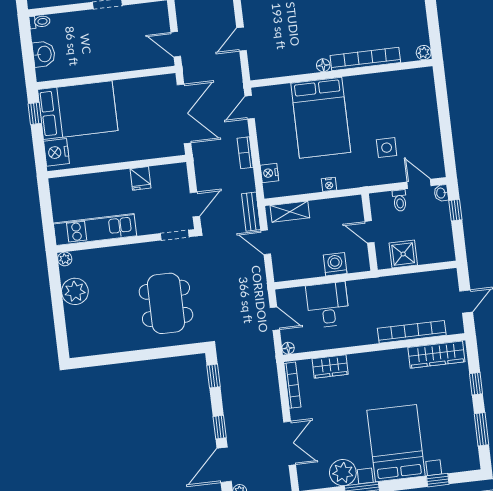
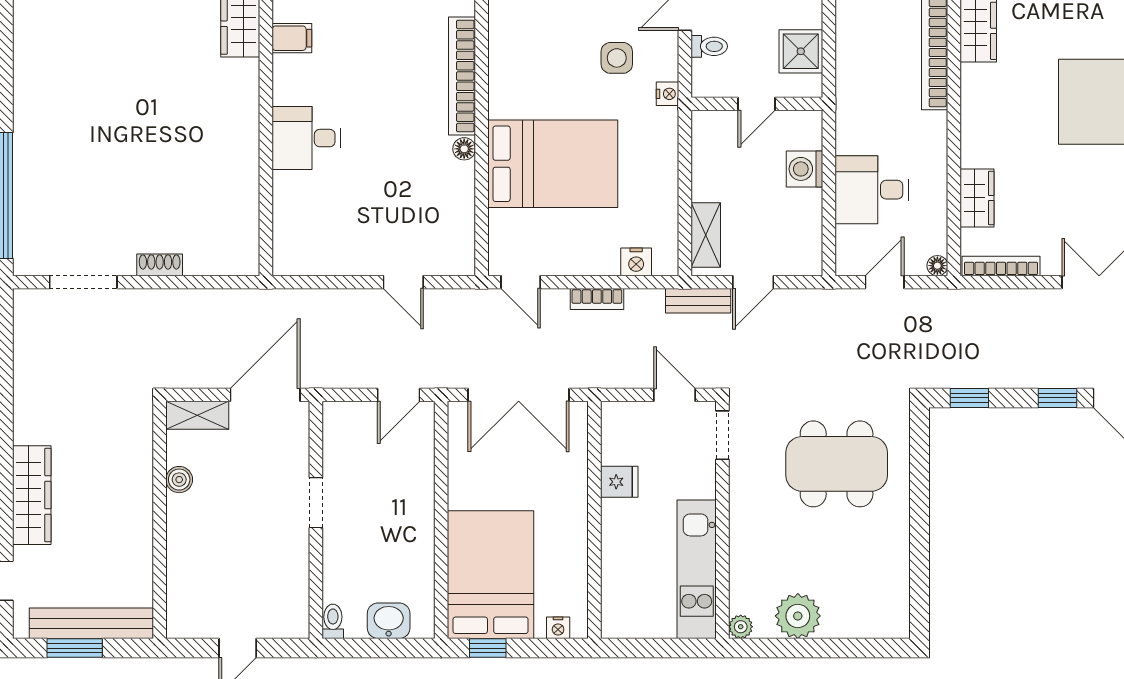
double door: (184, 114) -> (519, 395), swing flipped
nightstand: (57, 152) -> (558, 628), width x0.53, depth x0.56
nightstand: (329, 184) -> (668, 94), moved

